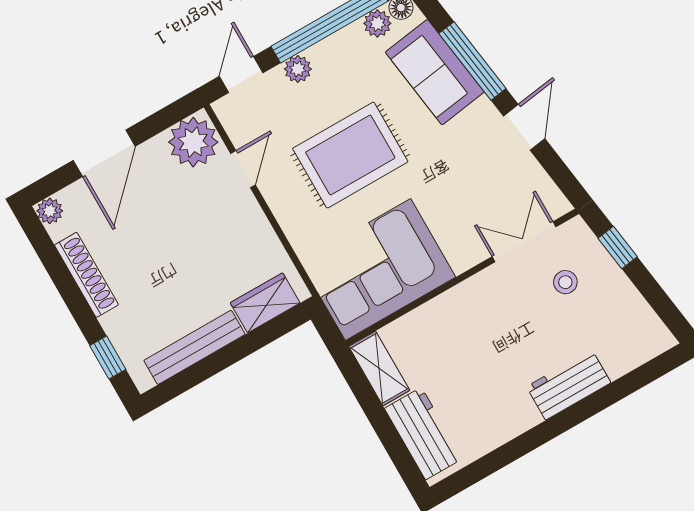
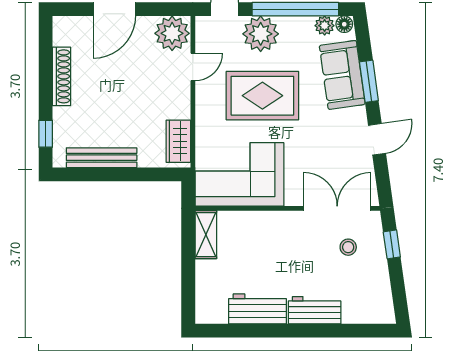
window: (472, 61) -> (369, 81), width x0.69
plant: (298, 69) -> (261, 34), width x1.88, depth x1.88
plant: (50, 211) -> (62, 25), removed
double door: (524, 242) -> (337, 208), width x1.37
wardrobe: (265, 303) -> (178, 141), moved, turned -90
workbench: (424, 433) -> (258, 309), moved, turned -90

